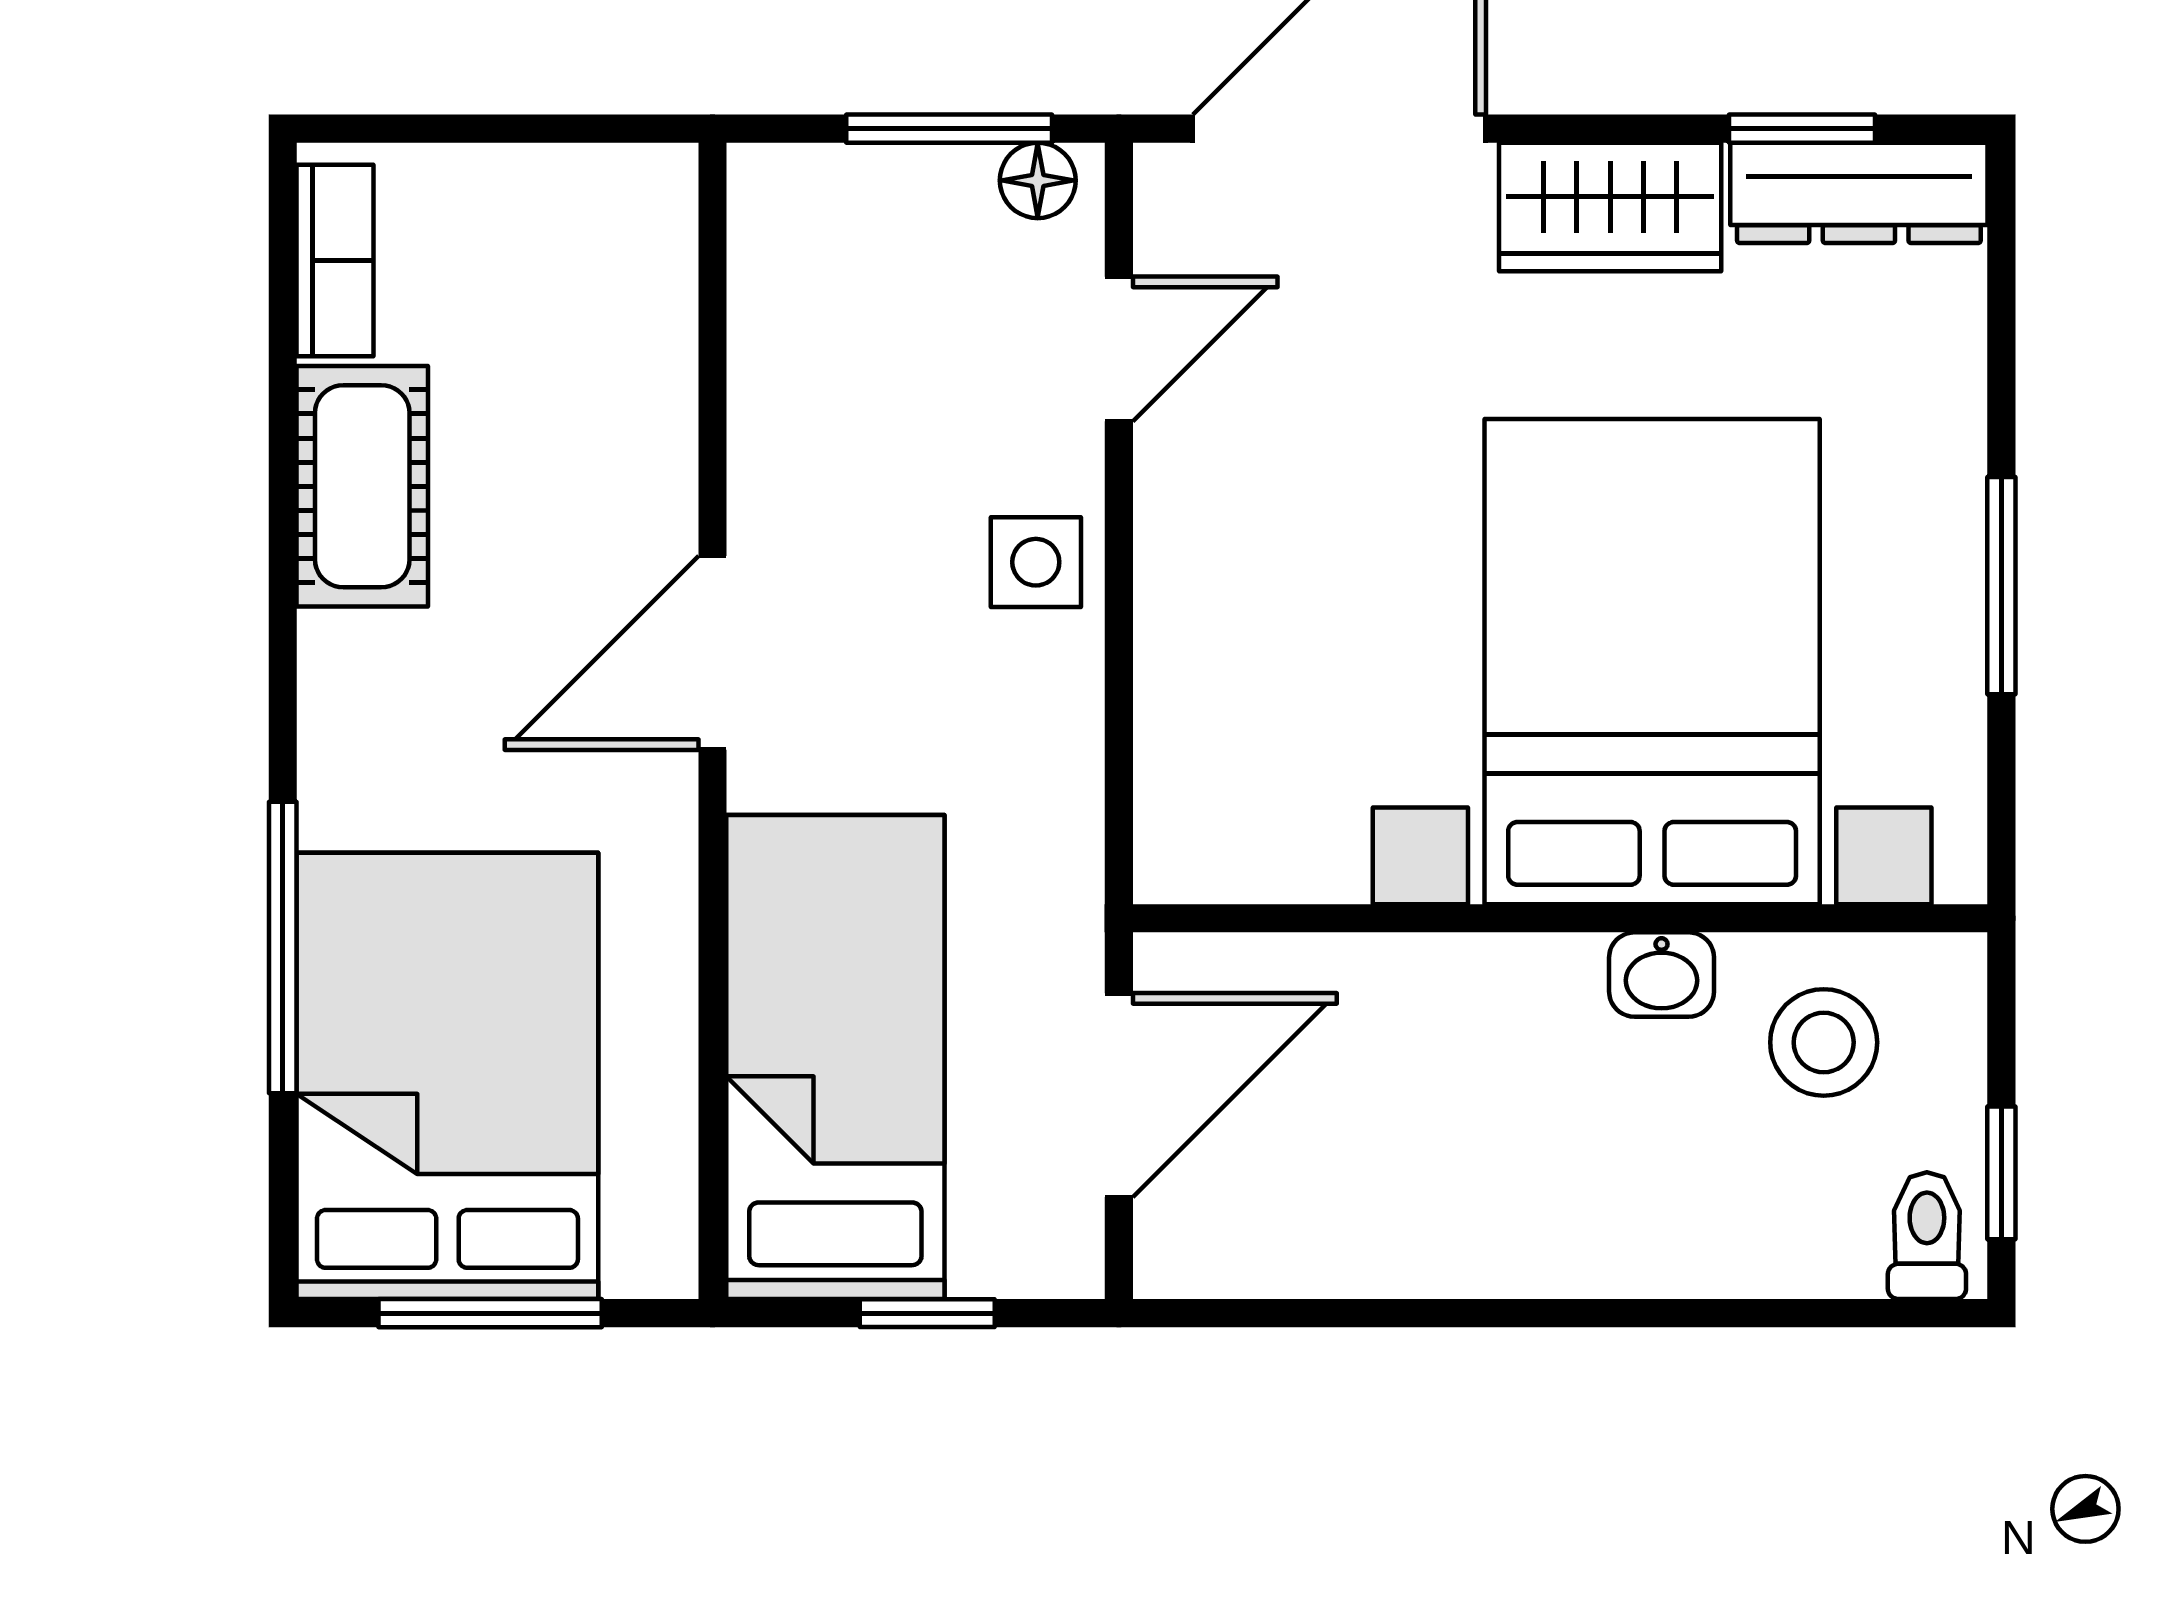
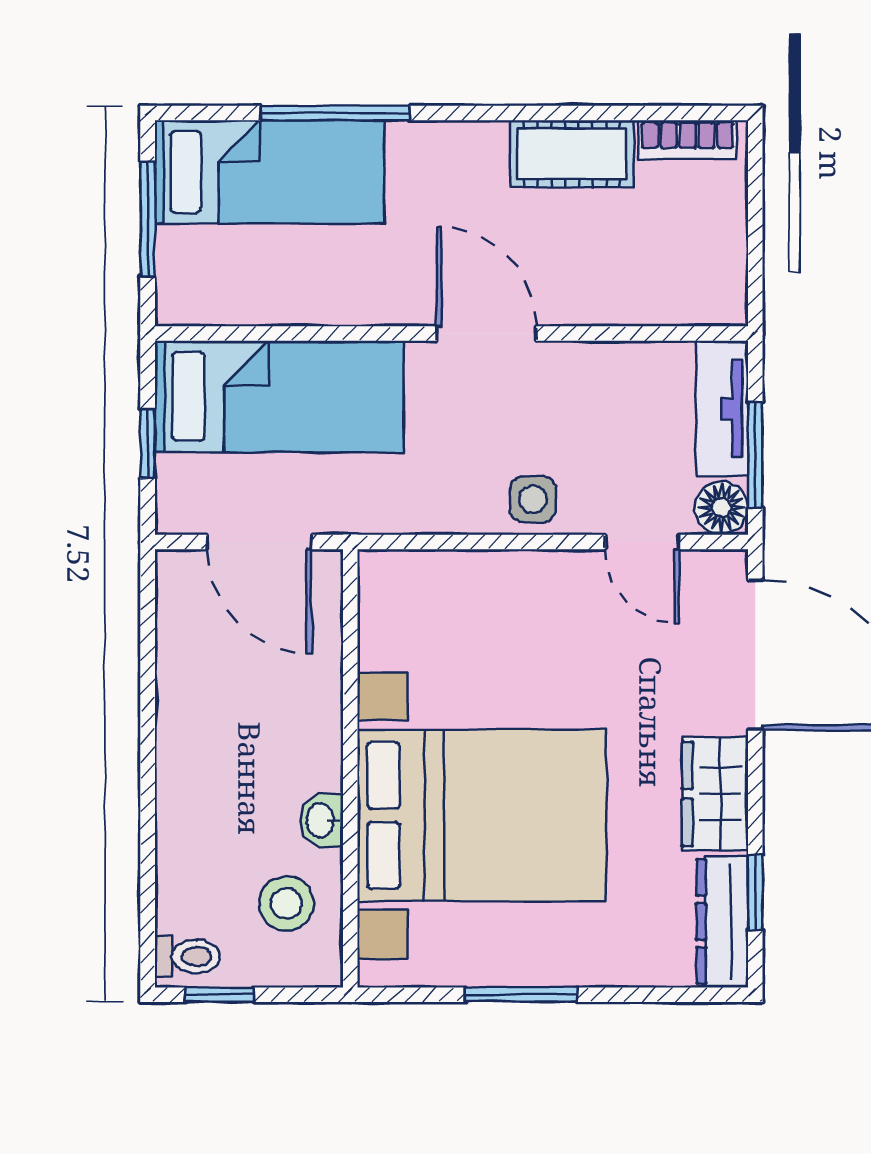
floor lamp: (1038, 180) -> (721, 508), width x1.37, depth x1.37
tv unit: (859, 193) -> (722, 408), added
bed: (447, 1076) -> (269, 172), width x0.67

